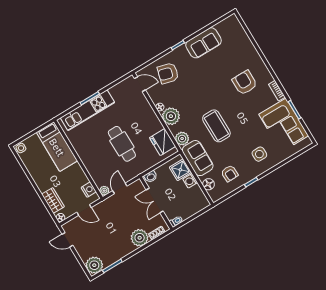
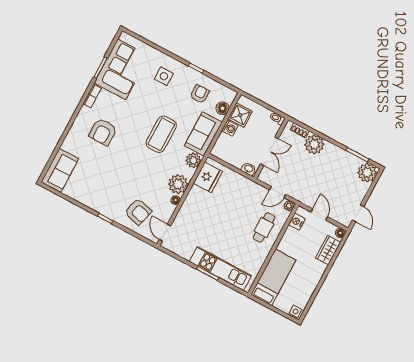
sofa: (204, 43) -> (60, 170), moved, turned 90
cafe table: (122, 144) -> (264, 227), moved, width x0.73, depth x0.74
shower: (180, 170) -> (240, 115), moved

